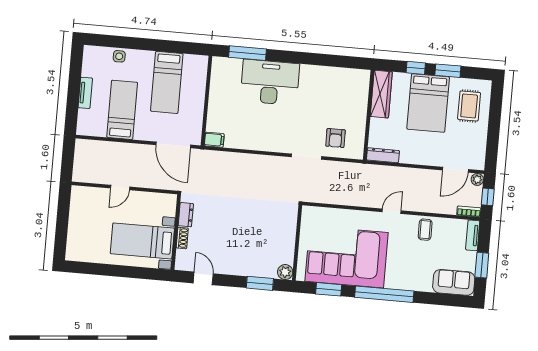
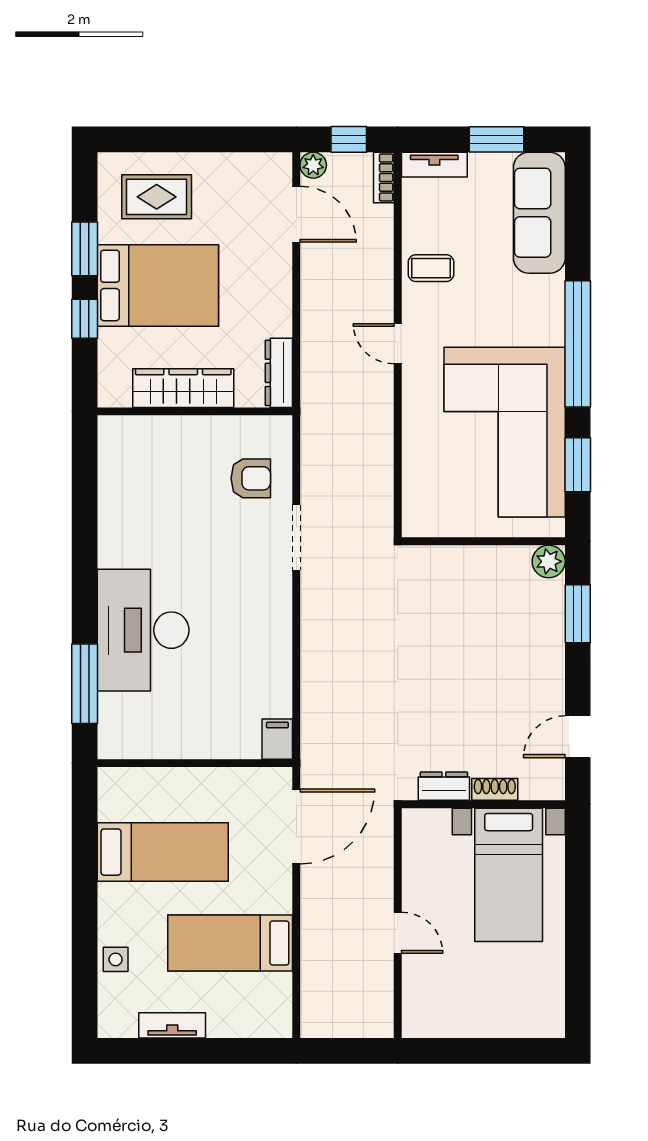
tv unit: (85, 93) -> (172, 1025), moved
wardrobe: (381, 94) -> (183, 388), moved
sofa: (454, 282) -> (539, 213), width x1.36

